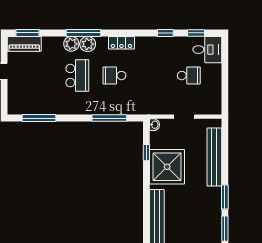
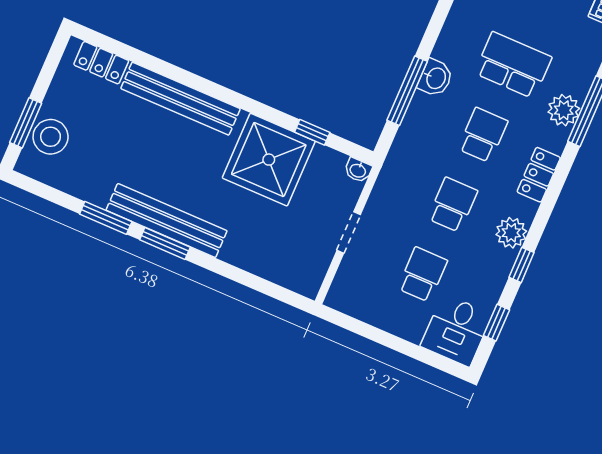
plant: (71, 44) -> (511, 233), moved
school desk: (77, 76) -> (513, 65), turned 180
school desk: (152, 76) -> (453, 205), added
school desk: (189, 76) -> (422, 274), turned 180
washbasin: (98, 108) -> (435, 78), added
bench: (214, 157) -> (167, 221), moved

